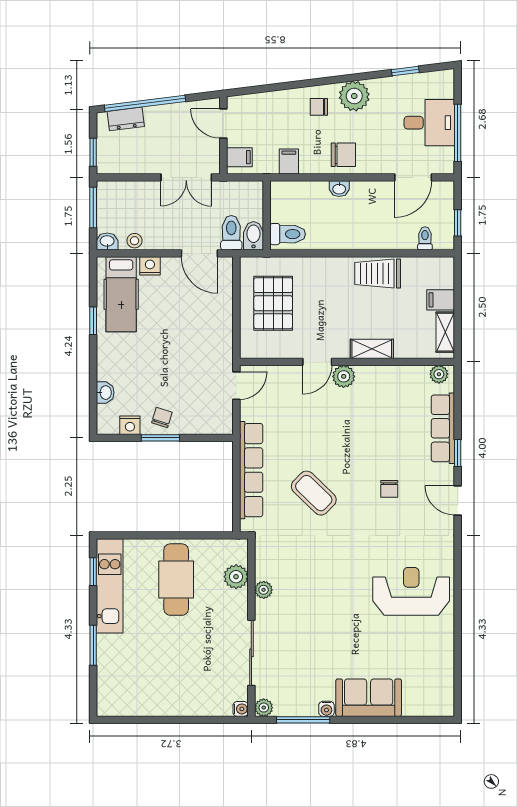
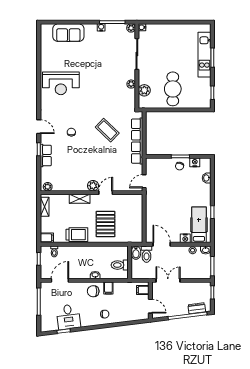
plant: (354, 96) -> (88, 319), removed
desk: (429, 123) -> (68, 317), moved, turned -97
filing cabinet: (289, 162) -> (108, 288), moved
toilet: (288, 234) -> (120, 265), moved
filing cabinet: (441, 300) -> (47, 238), moved
pallet: (273, 303) -> (106, 224), moved
row of seats: (443, 428) -> (46, 156), width x0.68
kitchen unit: (110, 586) -> (204, 55), moved
sofa: (369, 698) -> (68, 33), moved

